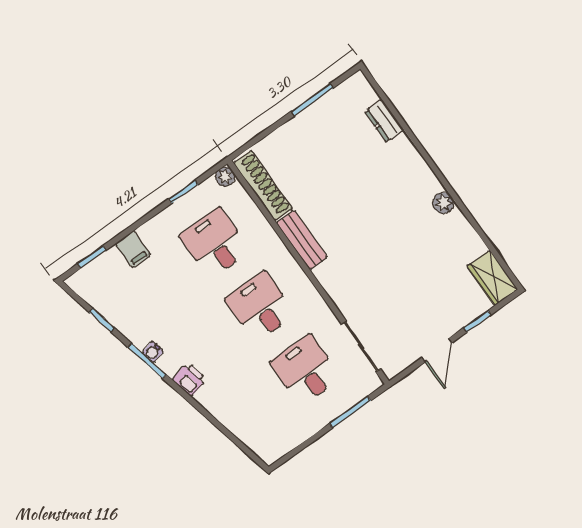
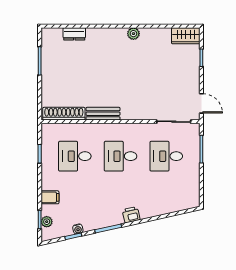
plant: (225, 177) -> (47, 222), moved
door: (437, 350) -> (201, 103), moved
water cooler: (153, 352) -> (78, 229), moved

